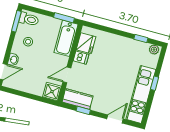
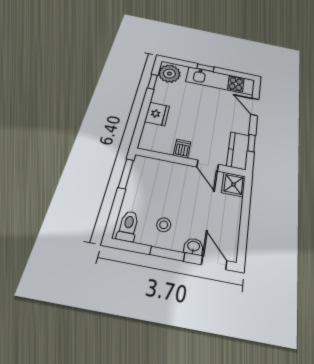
window: (16, 21) -> (167, 254), moved
bathtub: (66, 38) -> (156, 169), removed
fridge: (86, 43) -> (157, 114), moved, turned 90
plant: (154, 50) -> (169, 74), width x1.87, depth x1.87

